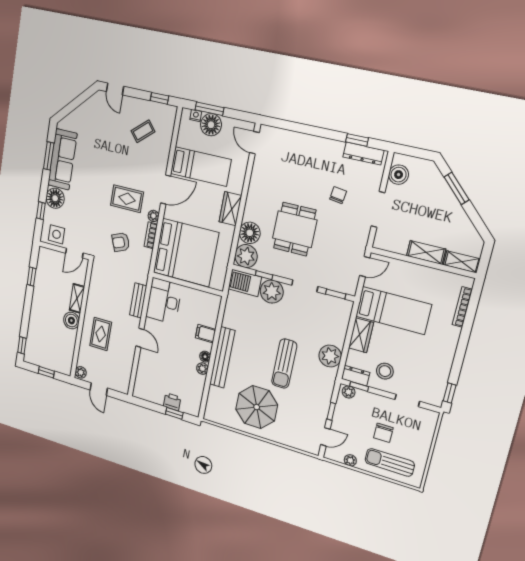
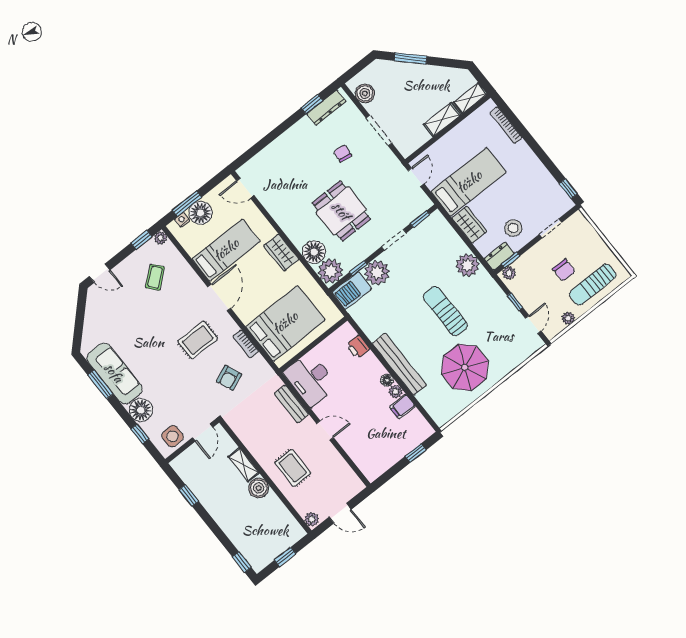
plant: (153, 216) -> (161, 238), moved
bed: (186, 252) -> (285, 323), width x0.73
filing cabinet: (206, 334) -> (402, 406), moved
sun lounger: (284, 364) -> (445, 311), turned 180
printer: (172, 402) -> (358, 347), moved, turned -90

